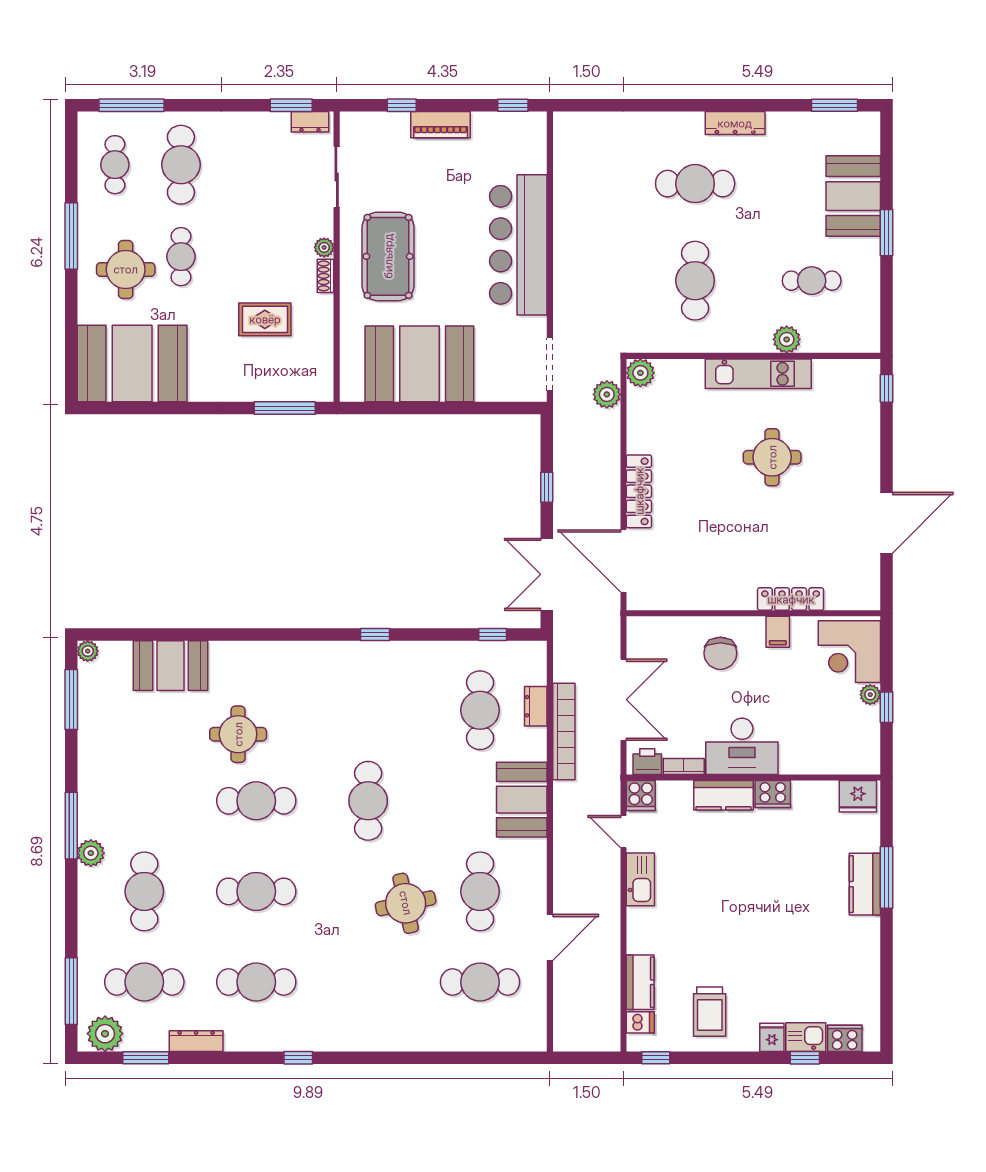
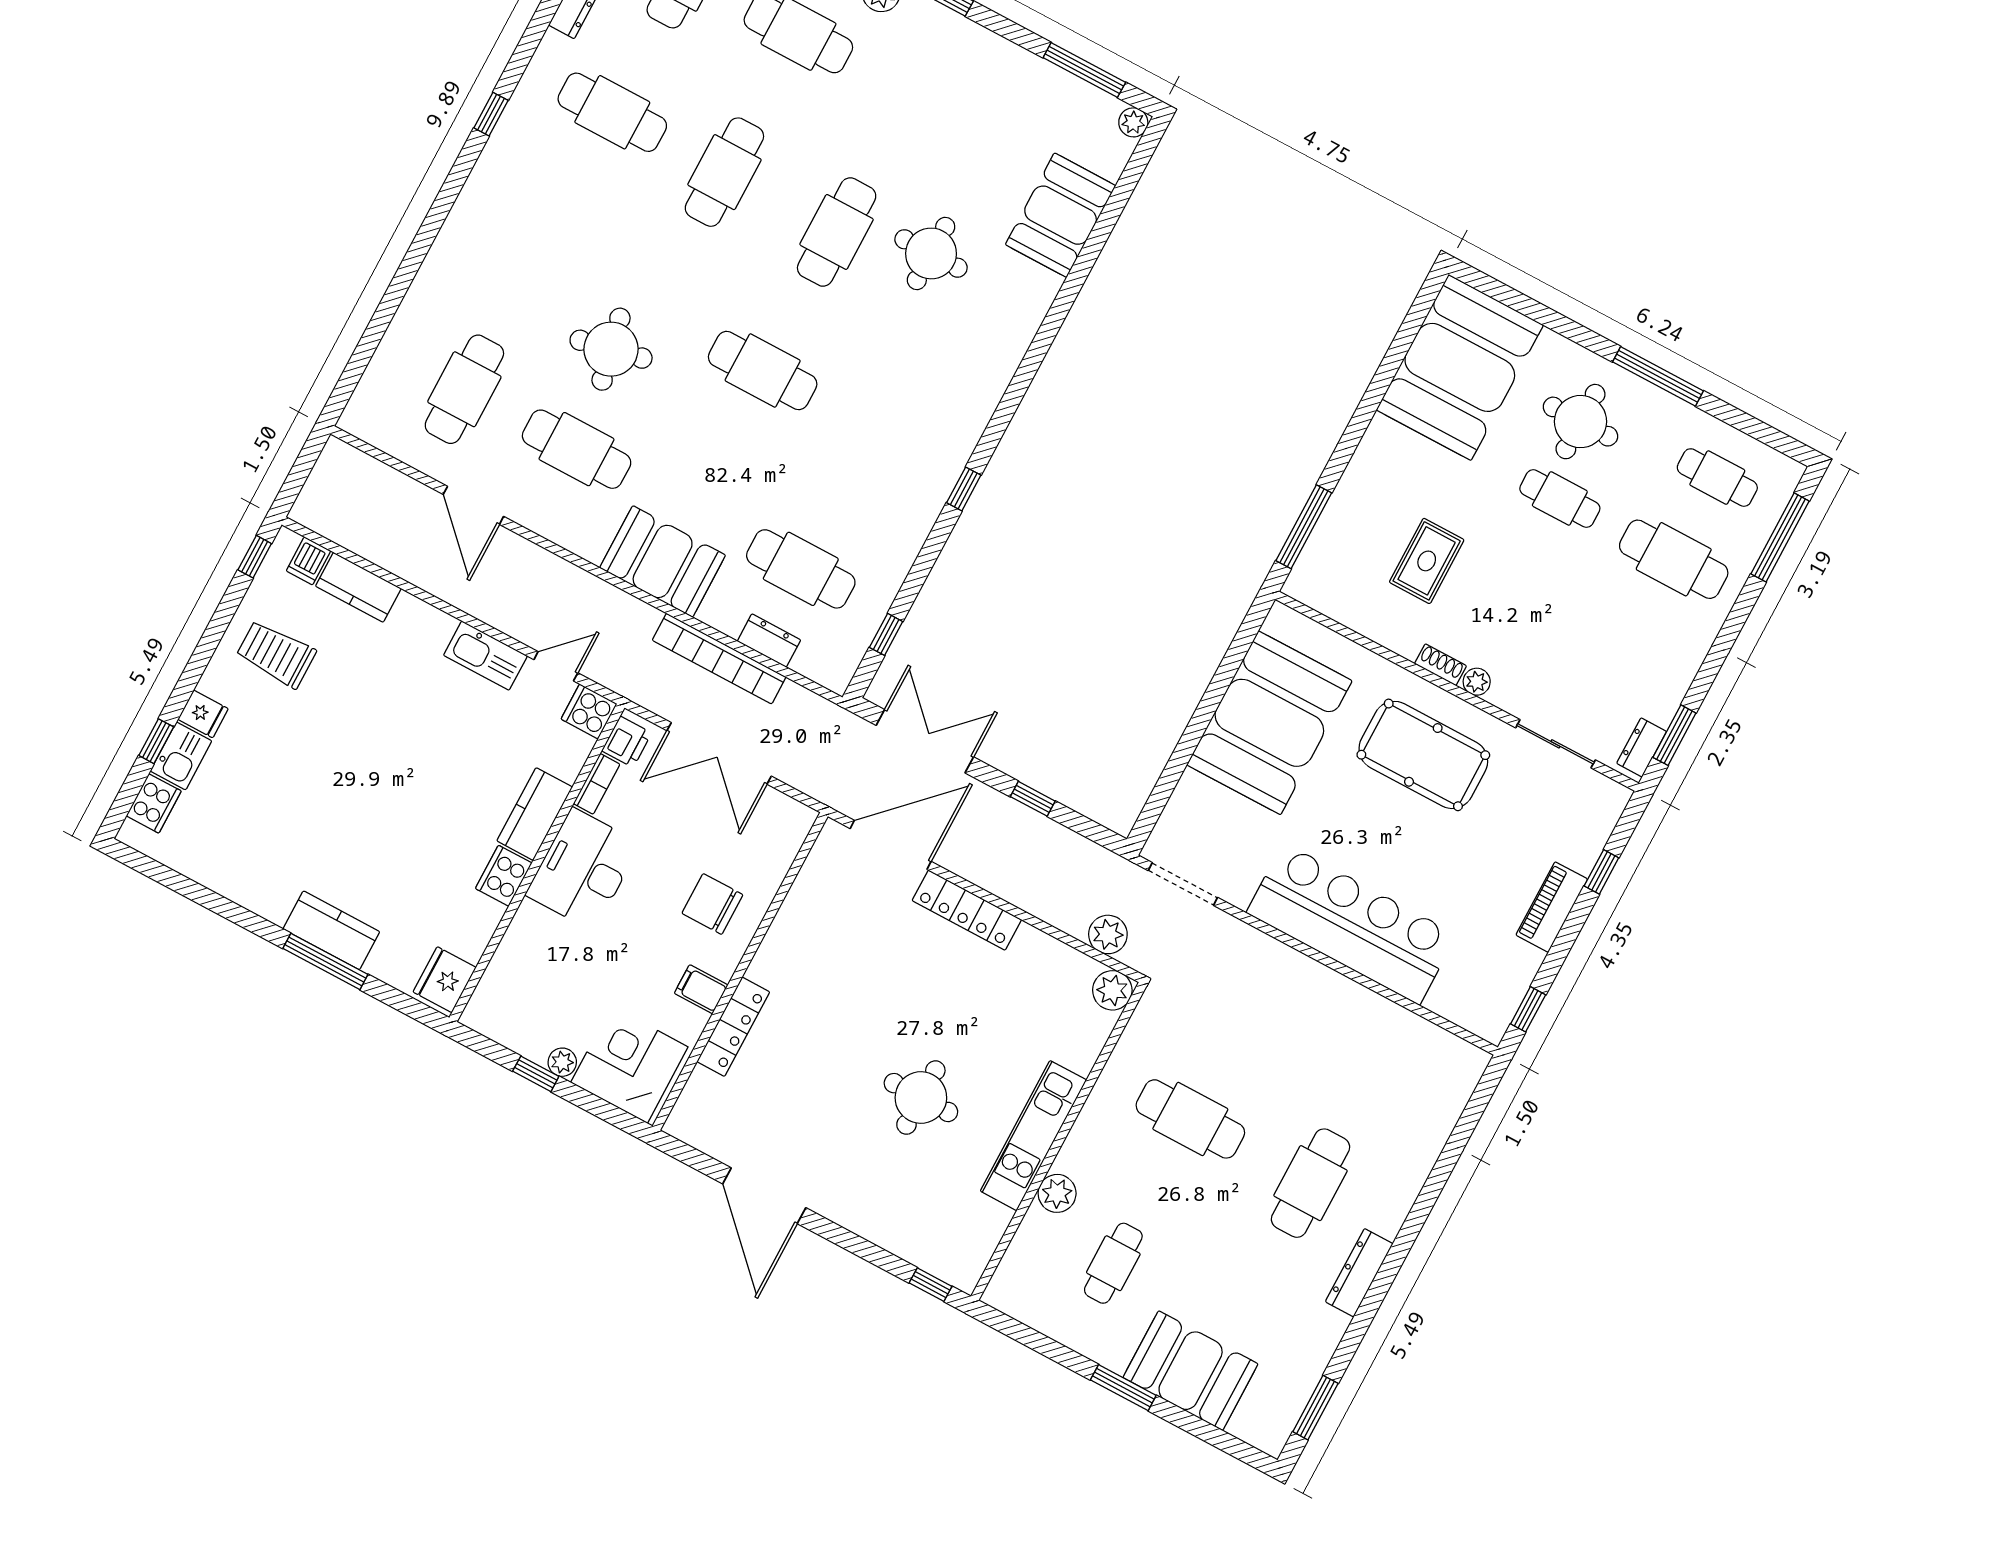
cafe table: (256, 982) -> (612, 112), turned 90

